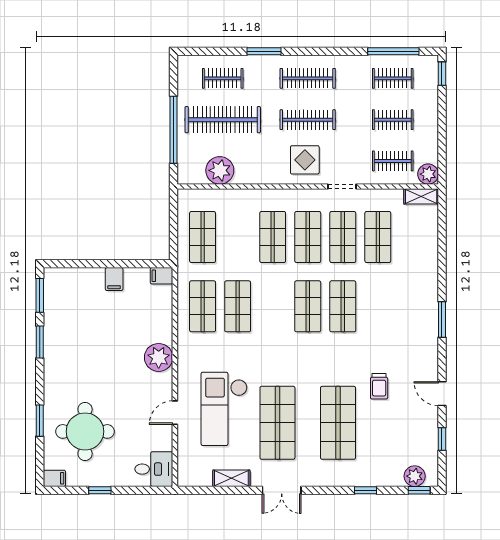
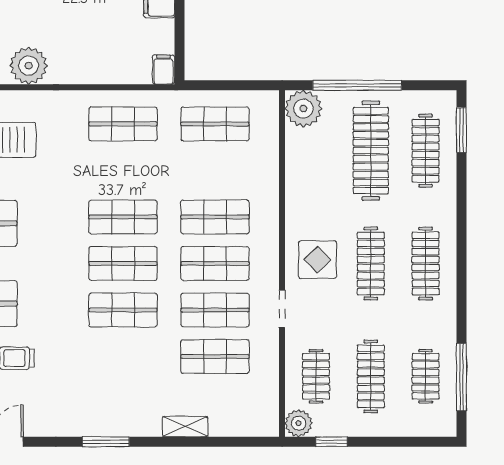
window: (264, 51) -> (461, 130), moved
window: (442, 74) -> (332, 442), moved
clothes rail: (223, 78) -> (426, 151), width x1.36
clothes rail: (393, 120) -> (371, 376), width x1.36
plant: (220, 170) -> (303, 109), moved
shelving: (421, 196) -> (185, 427), moved, turned 90
shop shelf: (238, 306) -> (123, 217), moved
plant: (159, 357) -> (29, 66), moved

